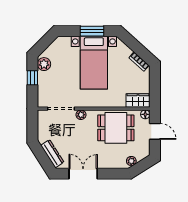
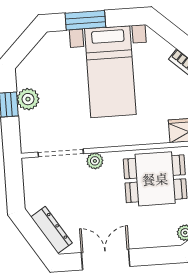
window: (92, 31) -> (85, 20), moved
plant: (44, 64) -> (28, 99), moved

